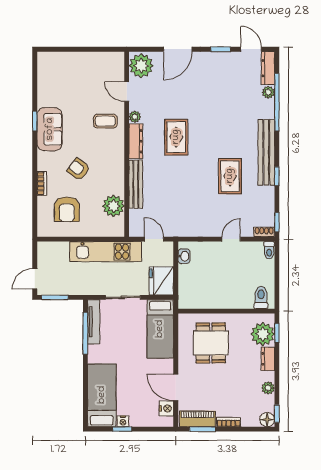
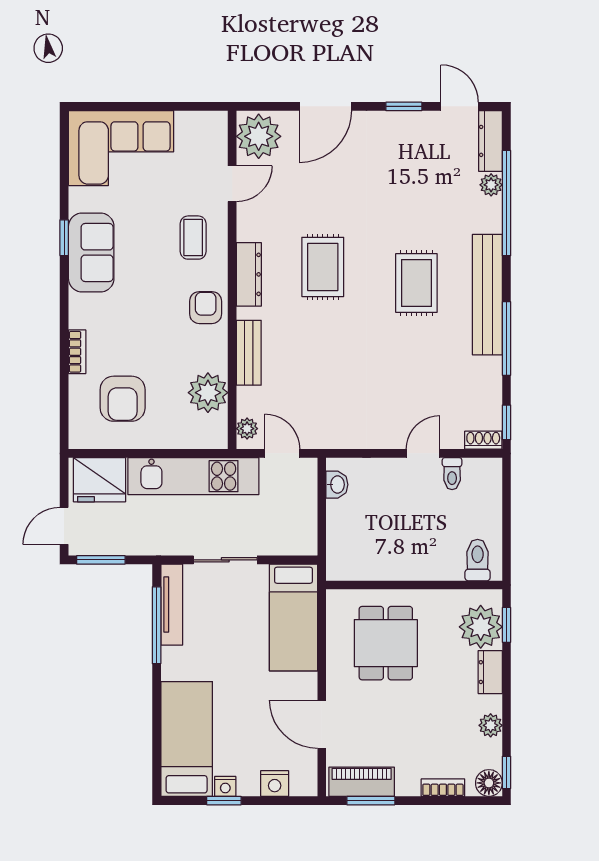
corner sofa: (66, 72) -> (121, 148), added
door: (127, 92) -> (232, 184), swing flipped
plant: (135, 117) -> (247, 429), moved
coffee table: (105, 121) -> (193, 238), turned 90
armchair: (78, 169) -> (206, 308), moved, turned 54
rug: (230, 176) -> (416, 283), moved
window: (277, 176) -> (507, 339), width x2.17
bench: (136, 184) -> (249, 353), width x0.73
toilet: (269, 250) -> (452, 474), moved
fridge: (161, 281) -> (100, 480), moved, turned -90
nightstand: (166, 408) -> (275, 784), moved, turned 90
bookcase: (229, 422) -> (443, 788), moved

